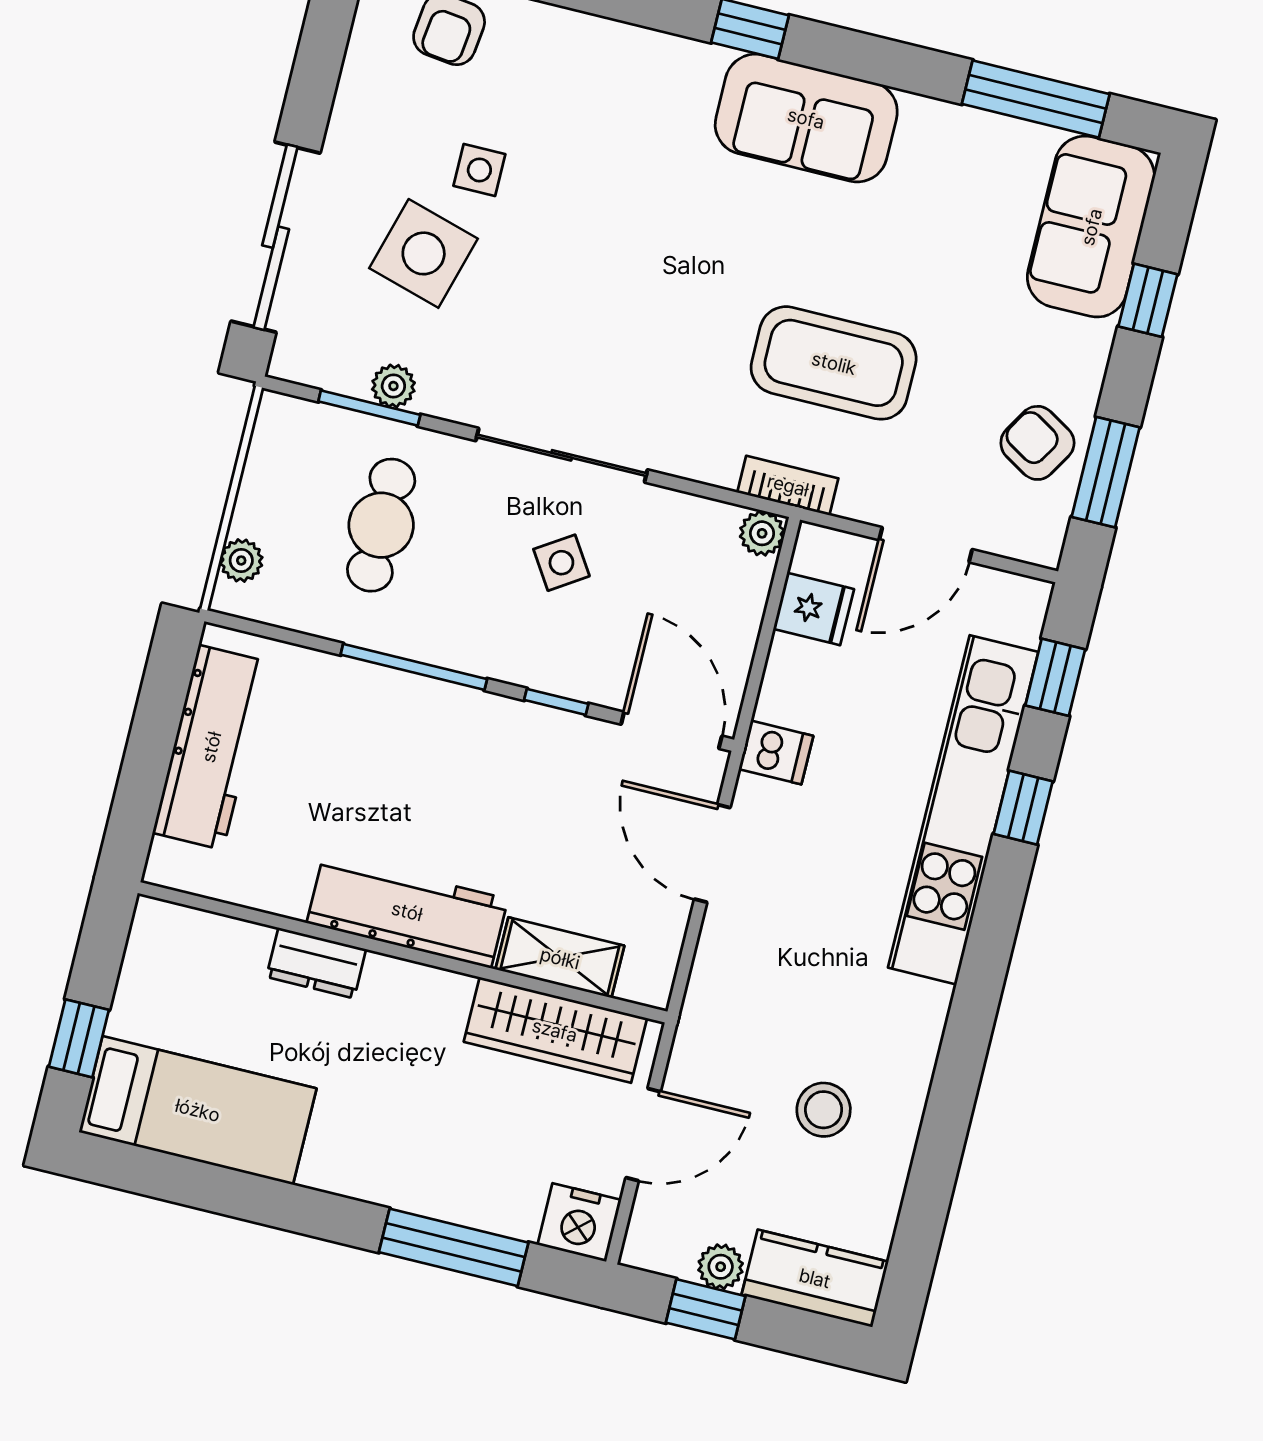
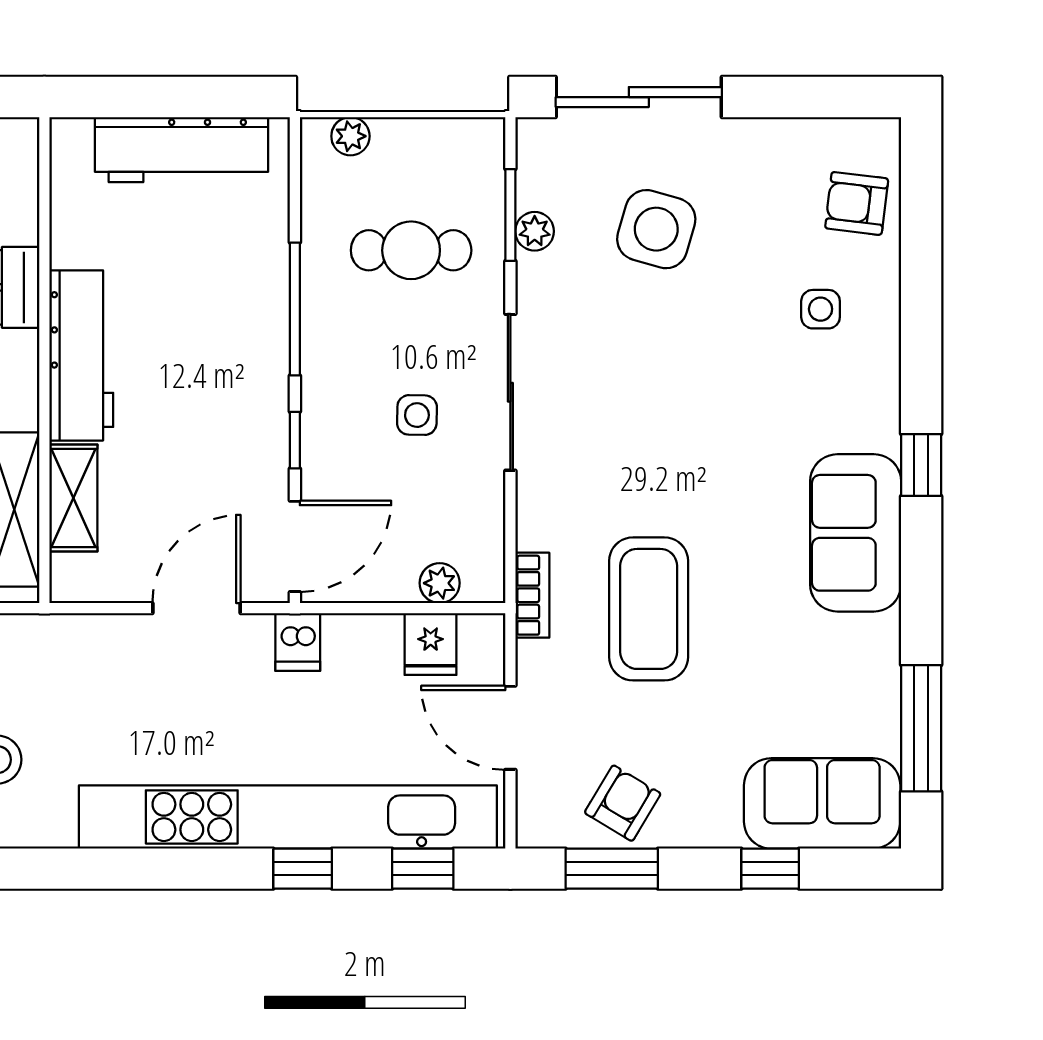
side table: (479, 170) -> (821, 309), moved
plant: (762, 533) -> (440, 583), moved
side table: (561, 563) -> (417, 415), turned 34
kitchen unit: (963, 810) -> (288, 817), width x1.36

